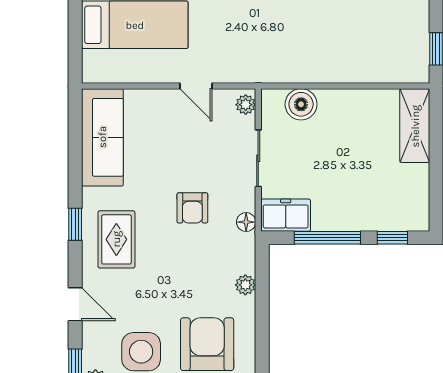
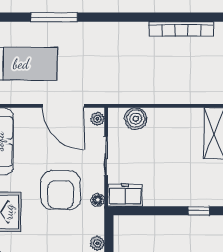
door: (196, 86) -> (63, 106), width x1.87
armchair: (192, 208) -> (61, 190), width x1.88, depth x1.88
window: (327, 238) -> (154, 211), removed

